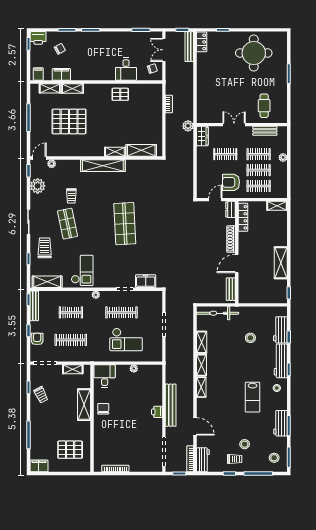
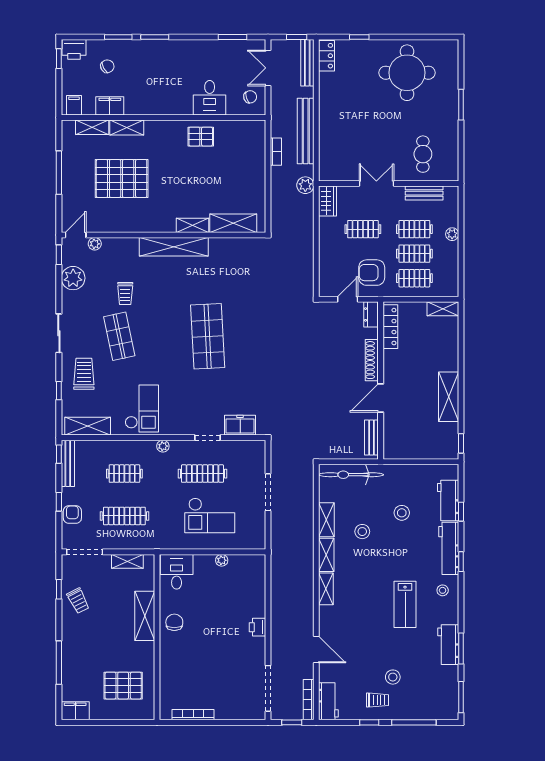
bench: (171, 405) -> (306, 131), moved
stool: (274, 458) -> (362, 532), moved

